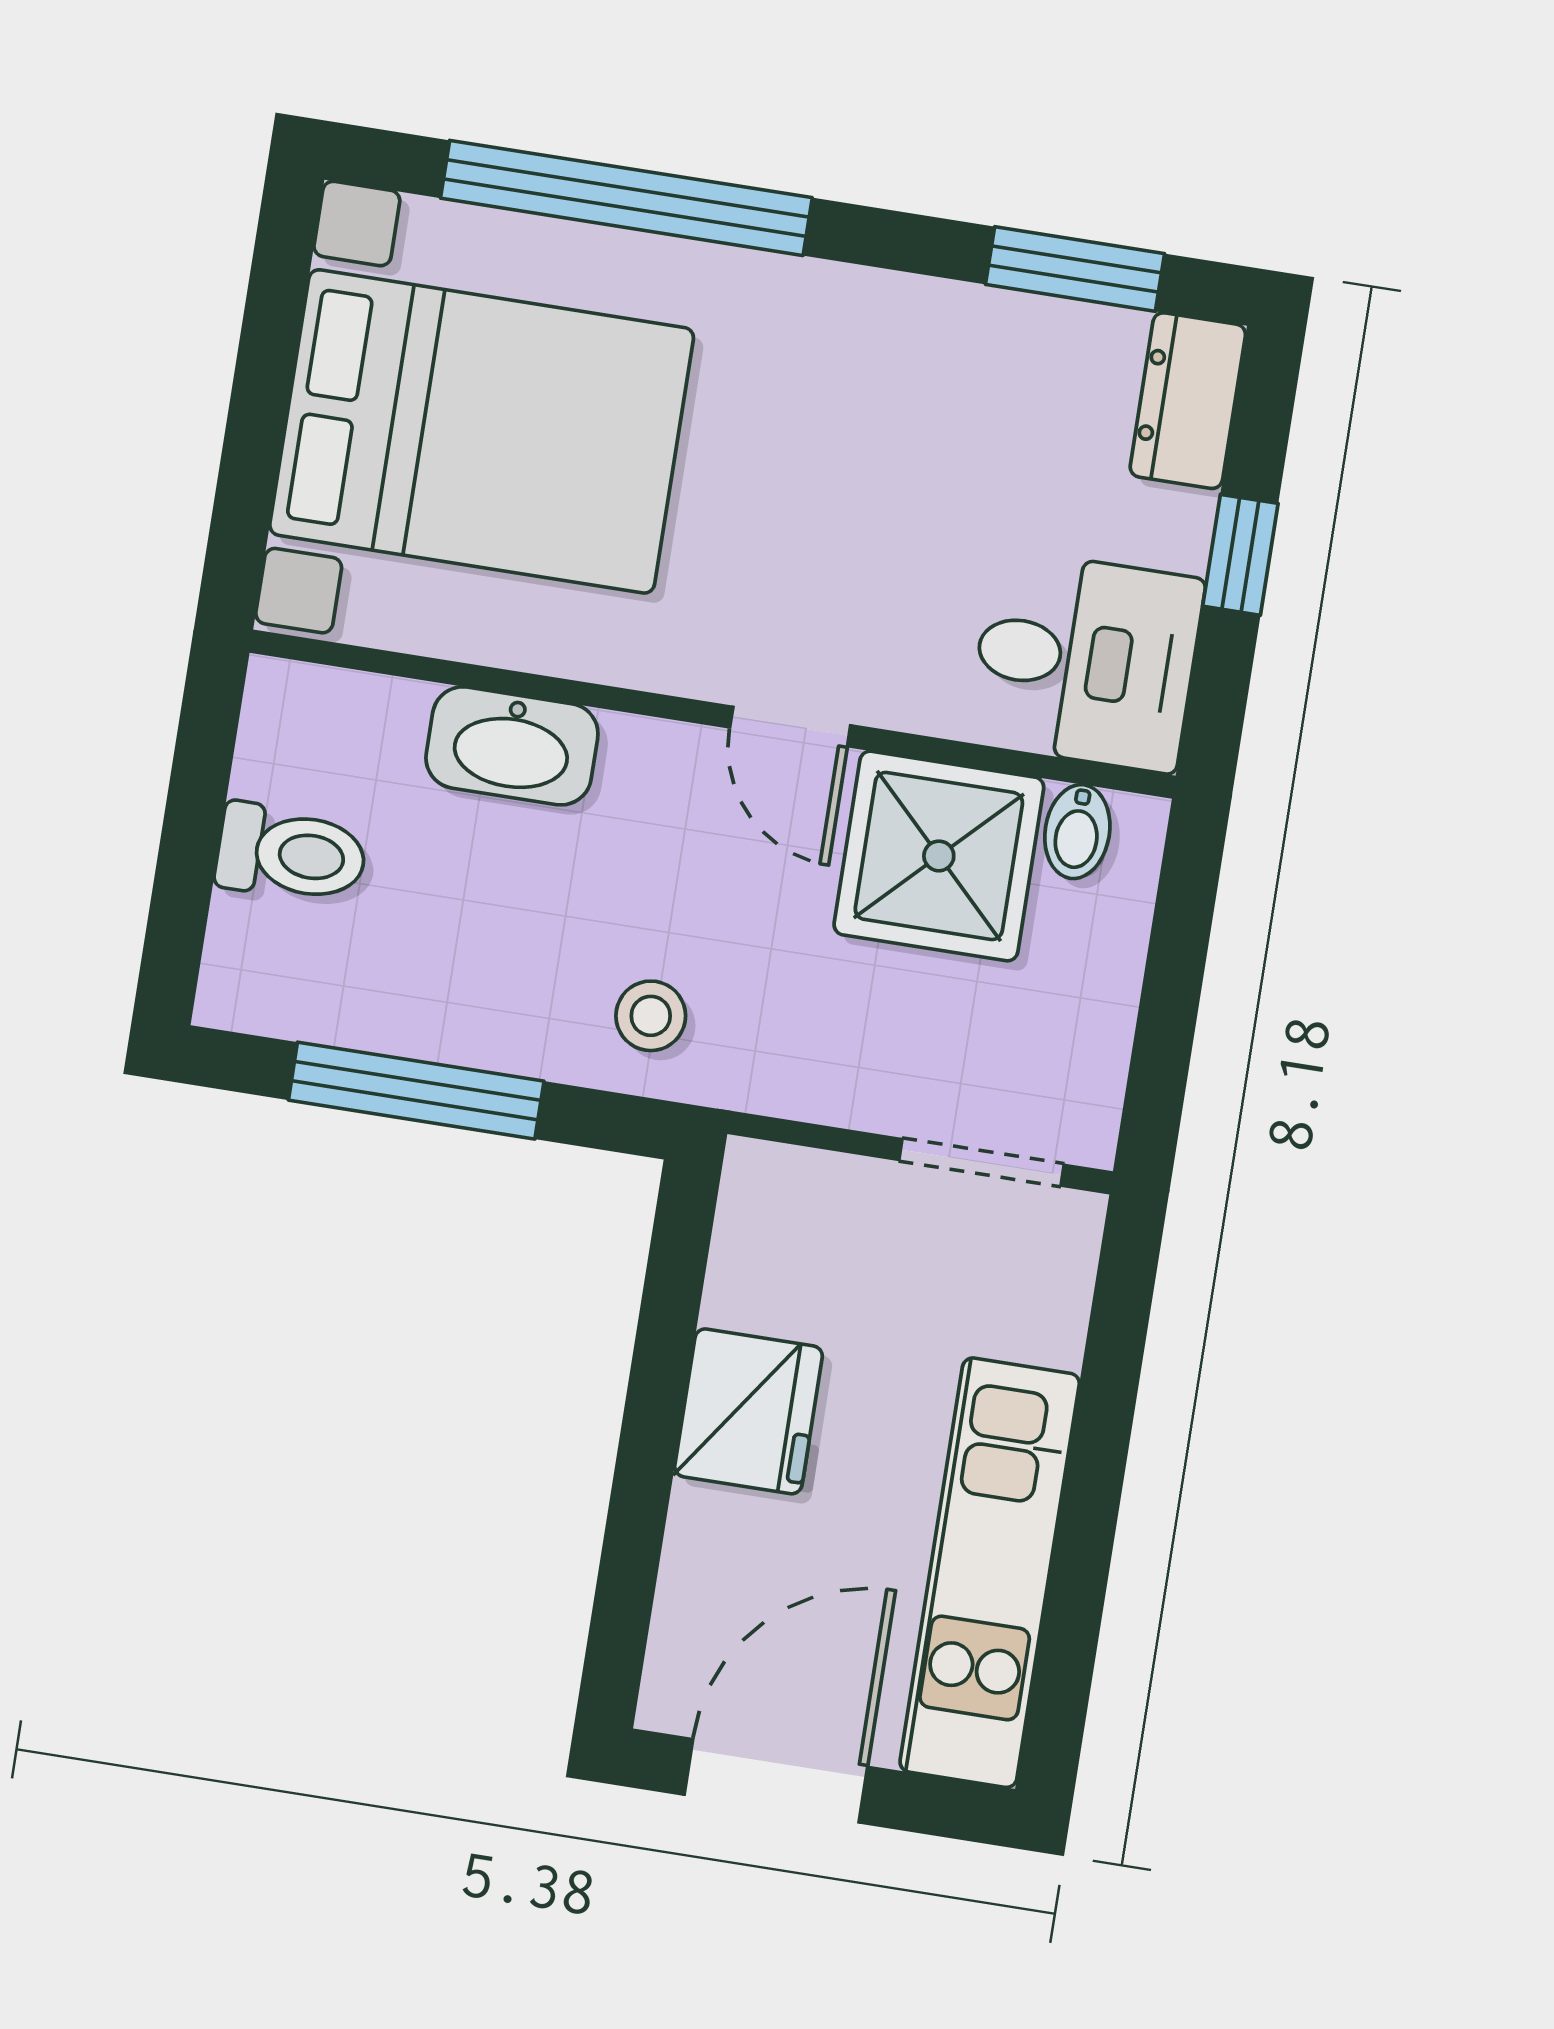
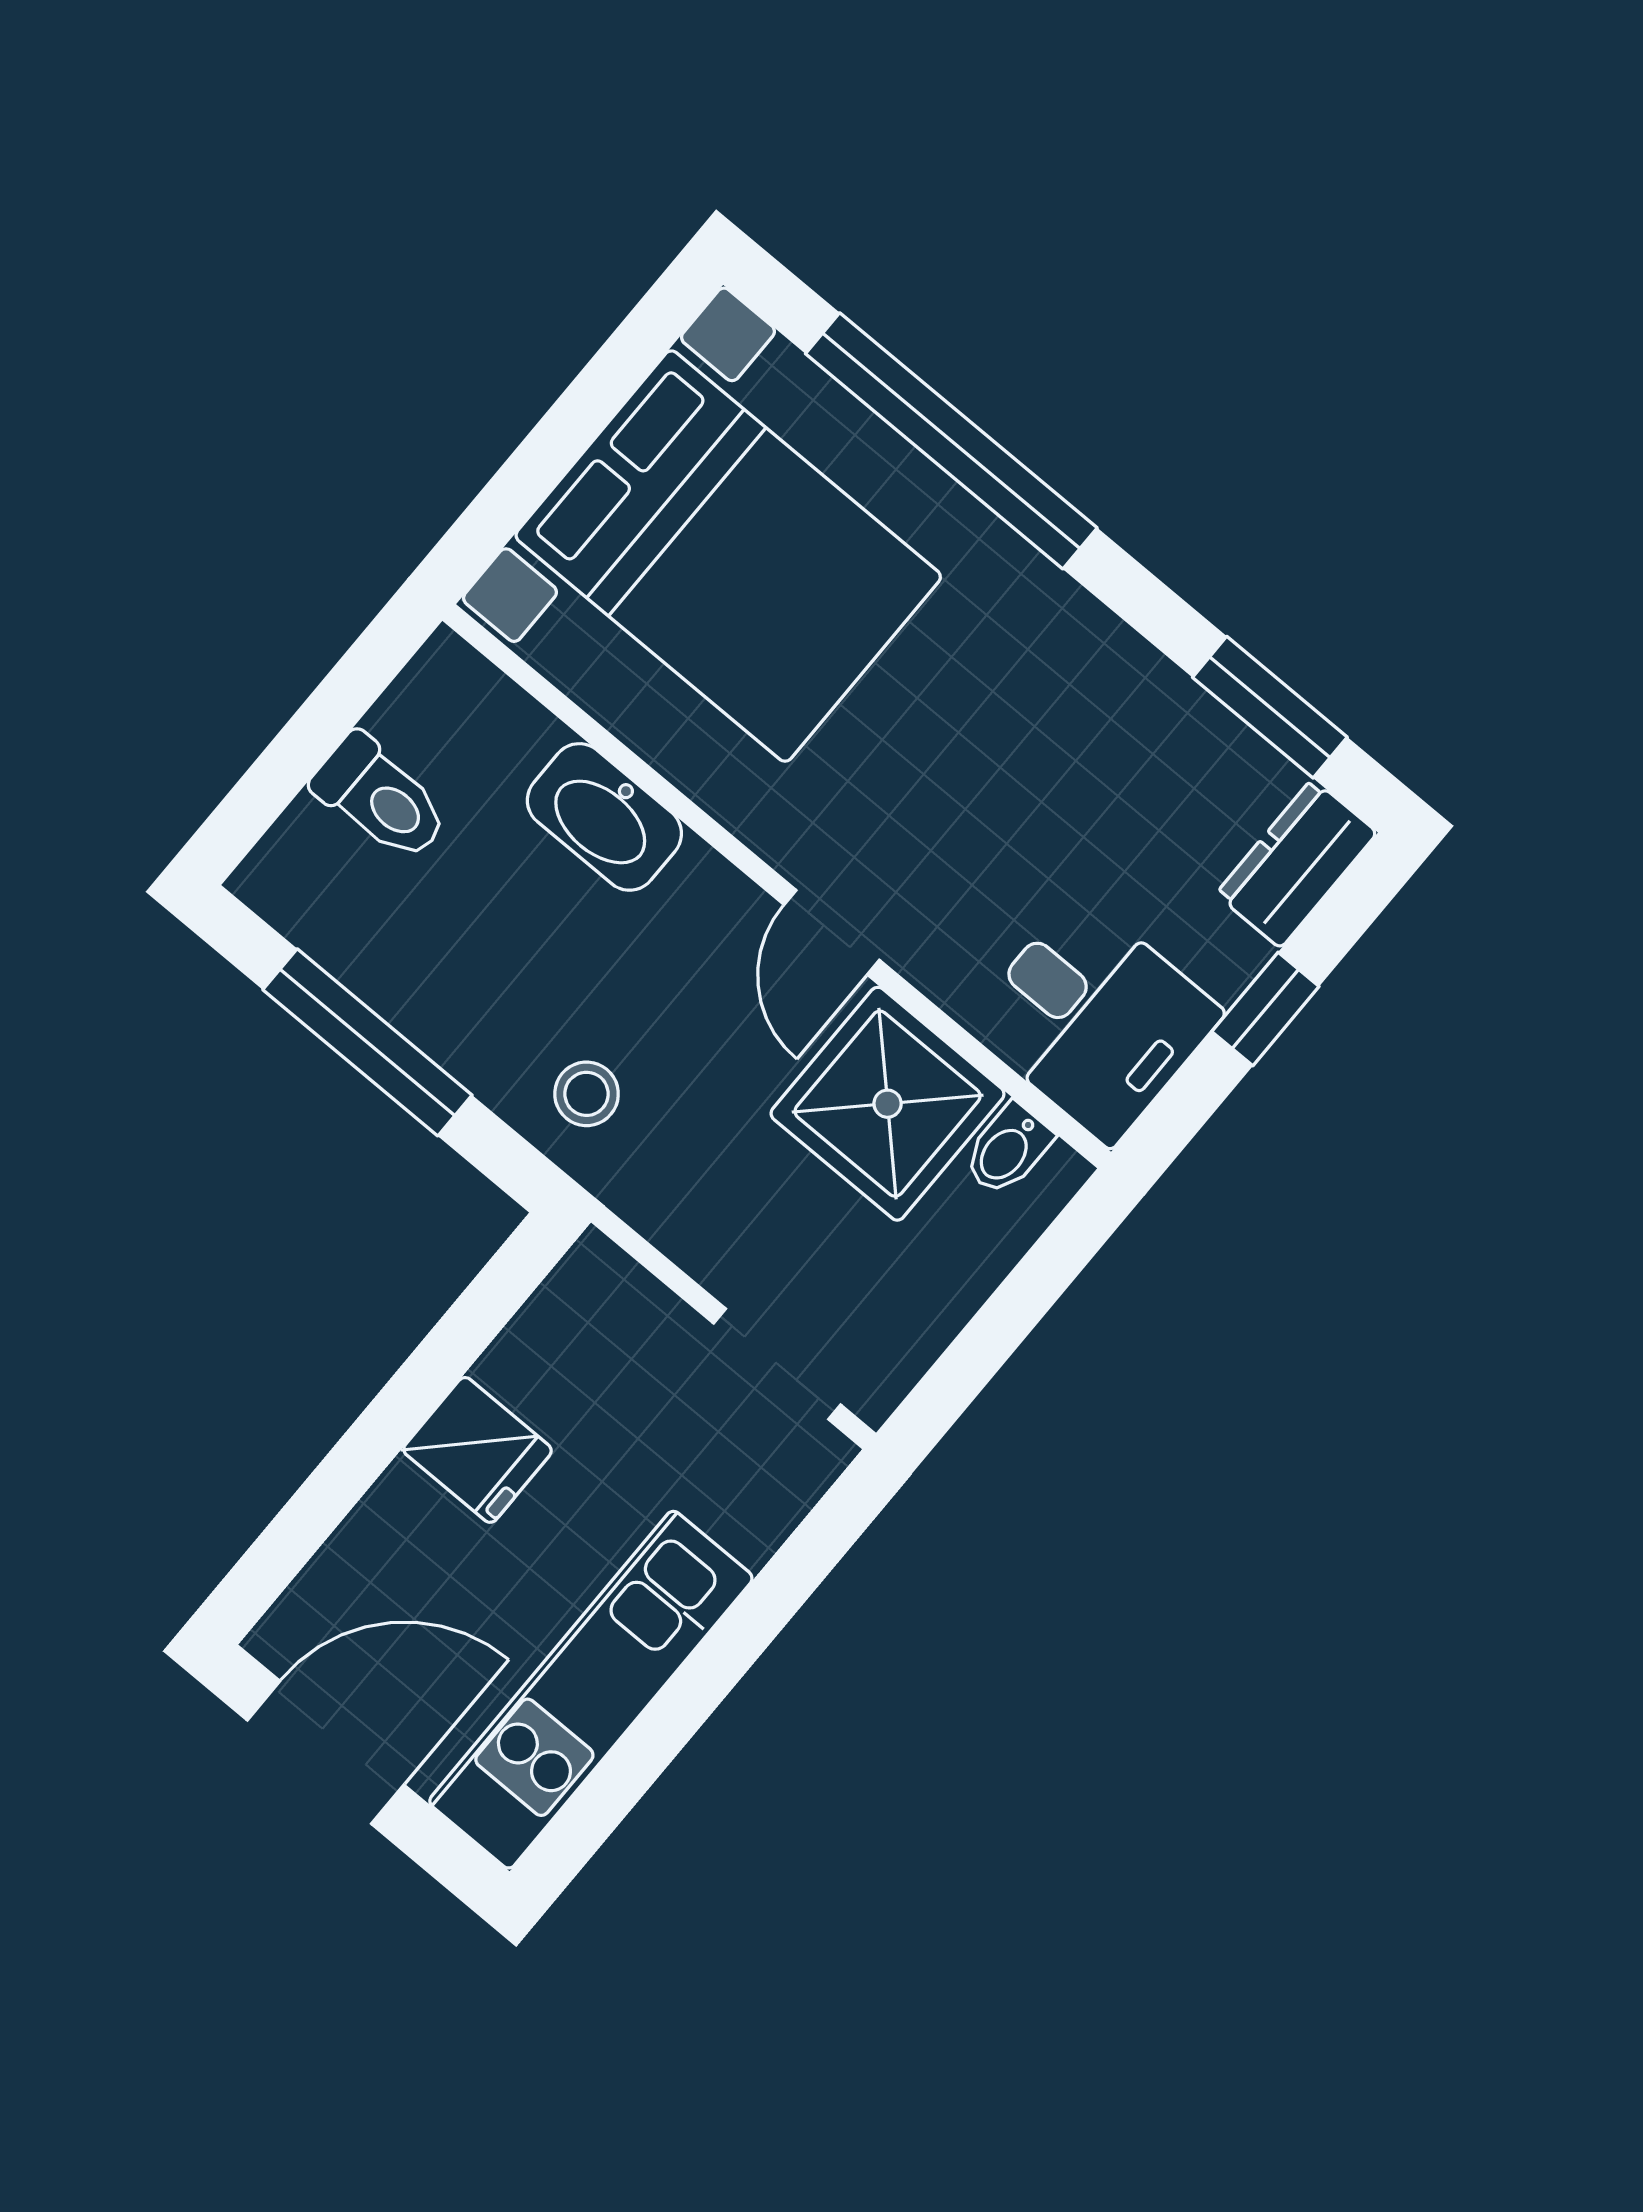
fridge: (749, 1411) -> (478, 1450), width x0.72

